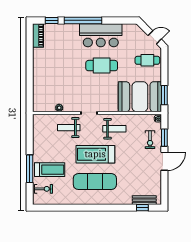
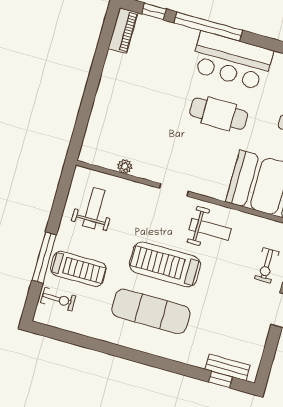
weight bench: (69, 128) -> (94, 208), moved, turned 90

